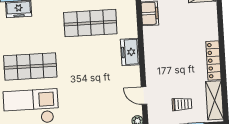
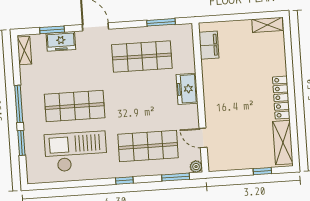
shop shelf: (95, 102) -> (148, 146), added
trolley: (182, 104) -> (246, 147), removed

